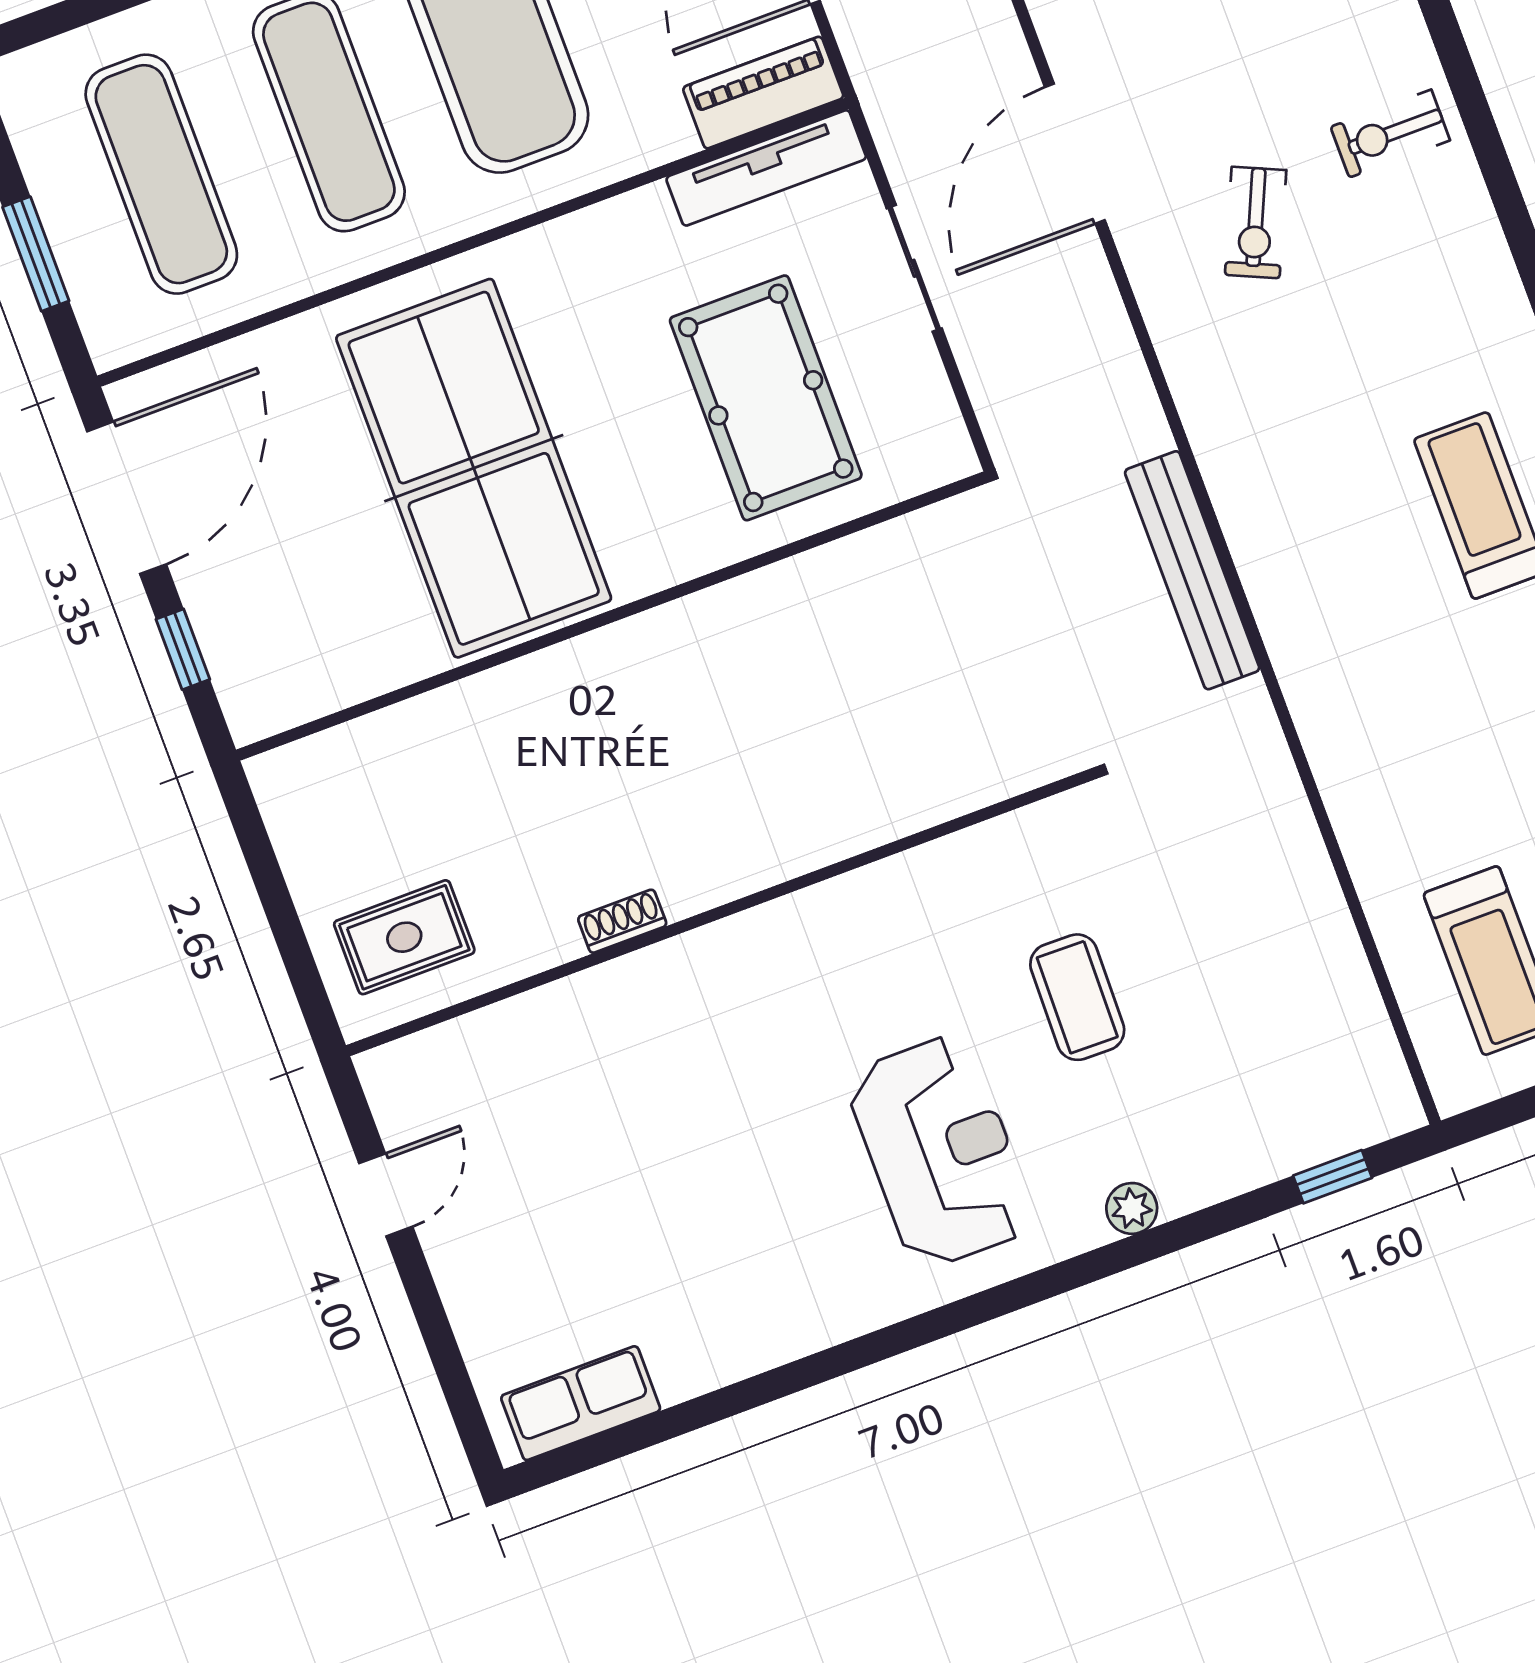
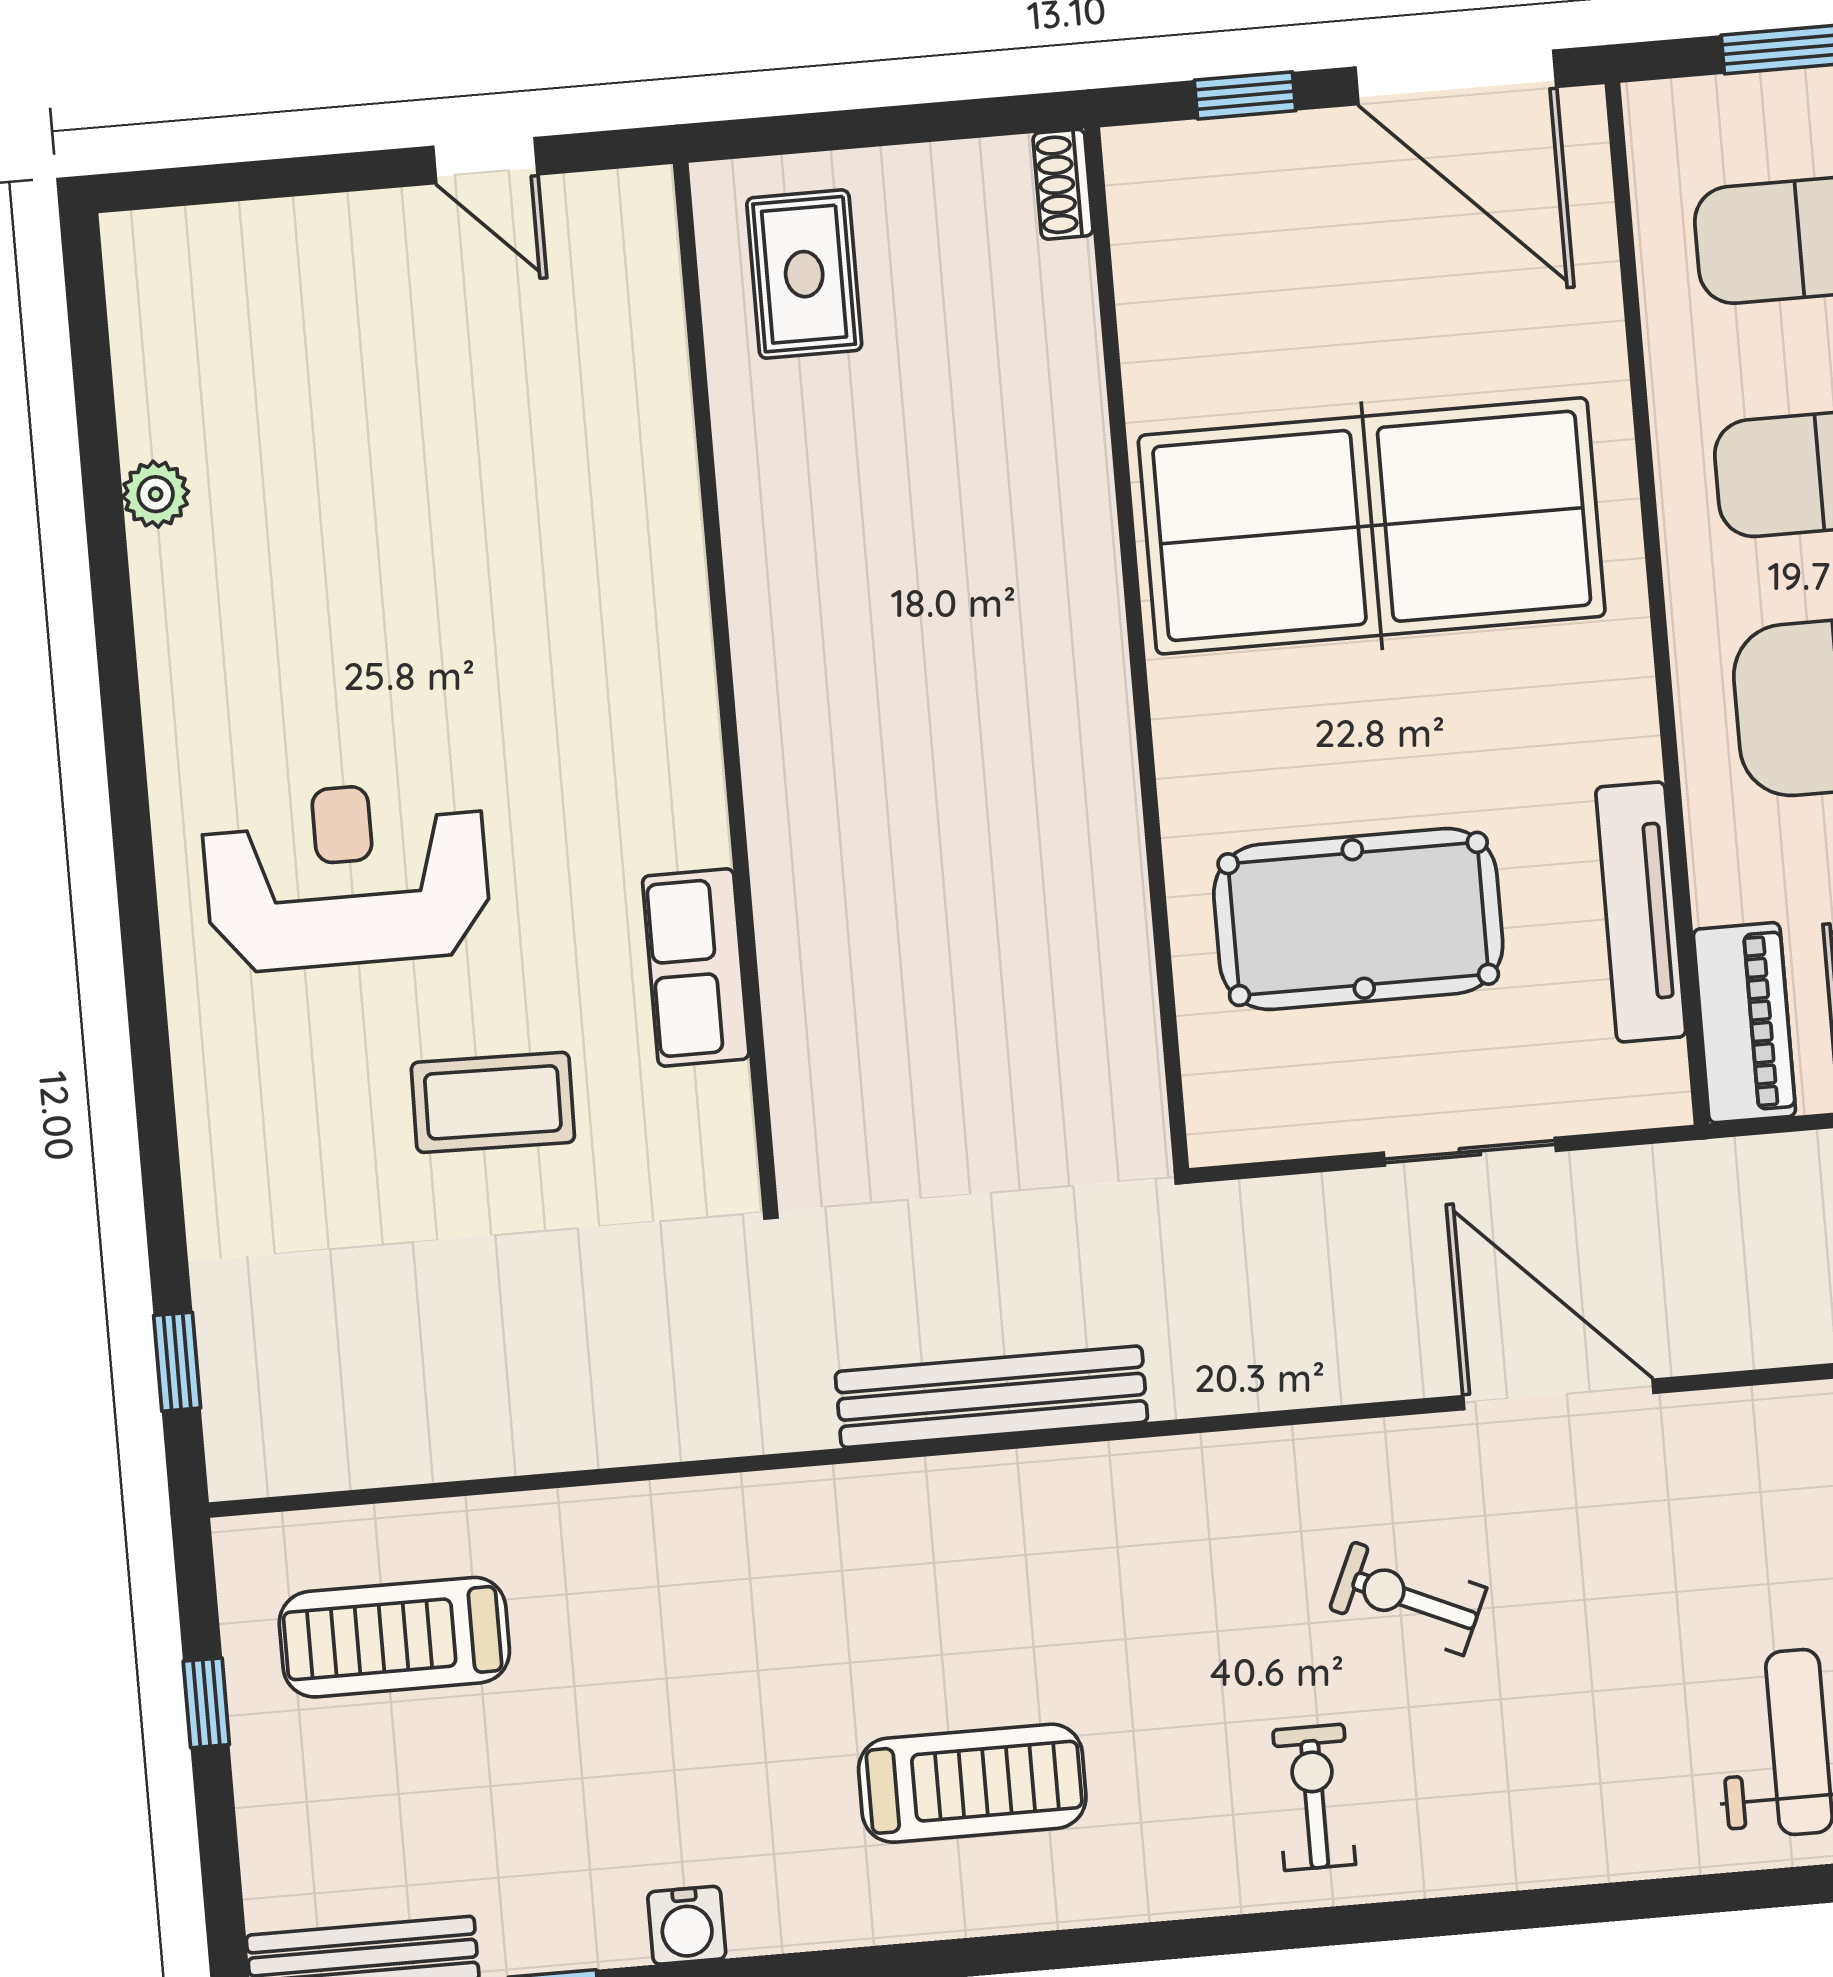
exercise bike: (1390, 134) -> (1314, 1797), moved
tv unit: (766, 168) -> (1641, 912), moved
shoe rack: (622, 921) -> (1063, 184), moved, turned 180
reception desk: (940, 1151) -> (346, 876), turned 180
plant: (1132, 1208) -> (156, 494), moved
row of seats: (581, 1403) -> (696, 967), moved, turned 180

